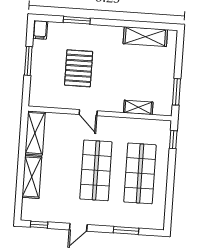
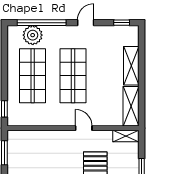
shelving: (138, 107) -> (126, 136), moved
plant: (137, 218) -> (33, 35), added
window: (126, 231) -> (42, 23), width x2.11

